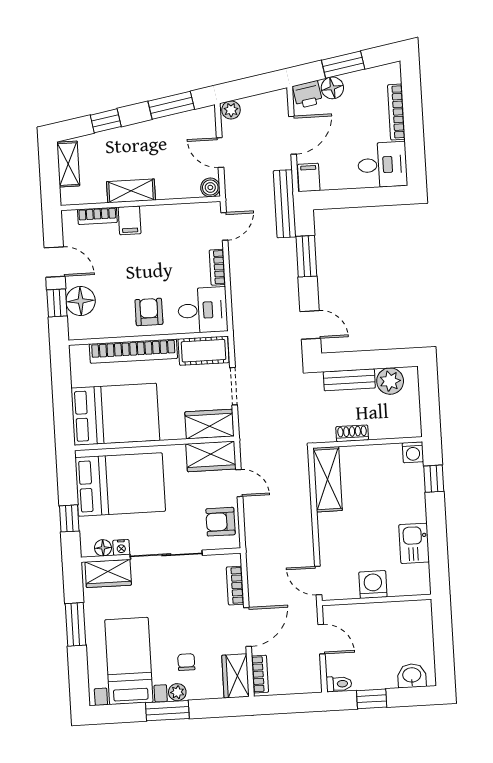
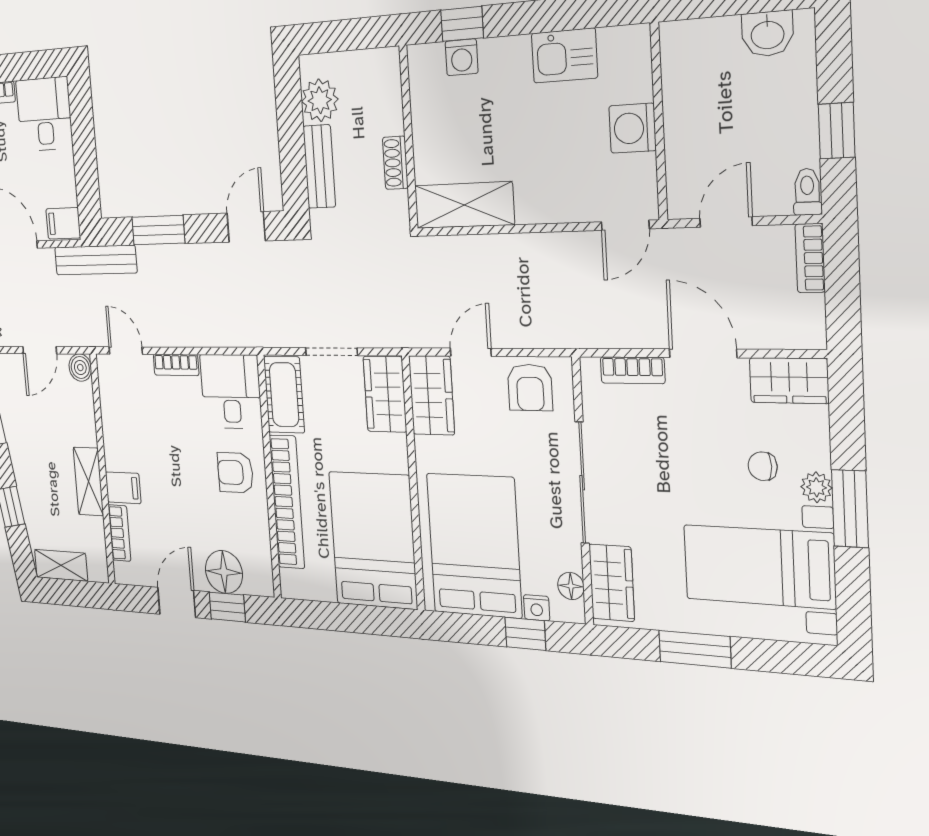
washing machine: (413, 452) -> (462, 57), moved, turned 90
nightstand: (121, 547) -> (537, 608), moved, turned 90
bookcase: (260, 674) -> (810, 258), moved, turned -90
washbasin: (412, 676) -> (767, 34), moved, turned -90

